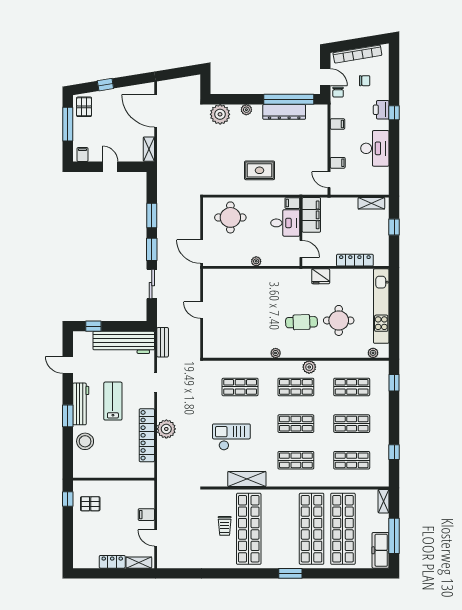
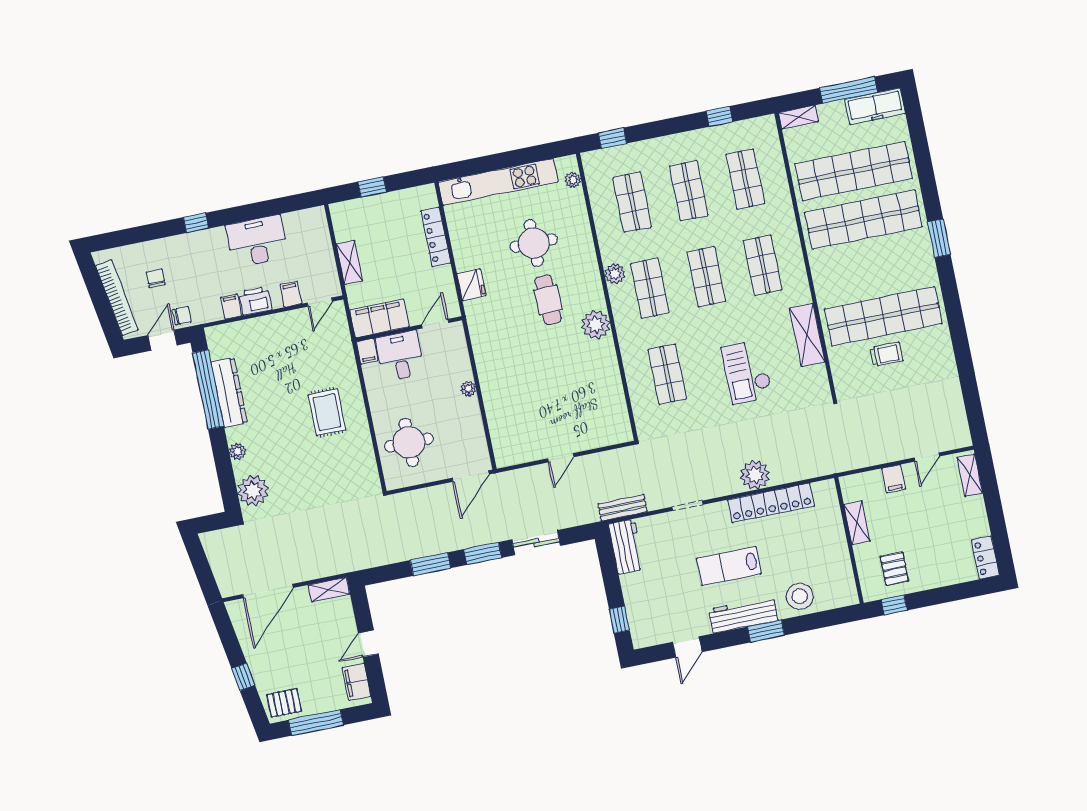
printer: (381, 110) -> (255, 301), moved, turned 180
filing cabinet: (83, 155) -> (356, 682), width x2.00
shelving: (371, 203) -> (349, 262), moved
workbench: (124, 342) -> (626, 546), width x0.53, depth x0.76
plant: (276, 353) -> (596, 325), width x1.88, depth x1.88
shelving: (124, 486) -> (857, 523), added
locker: (112, 562) -> (985, 558), moved

